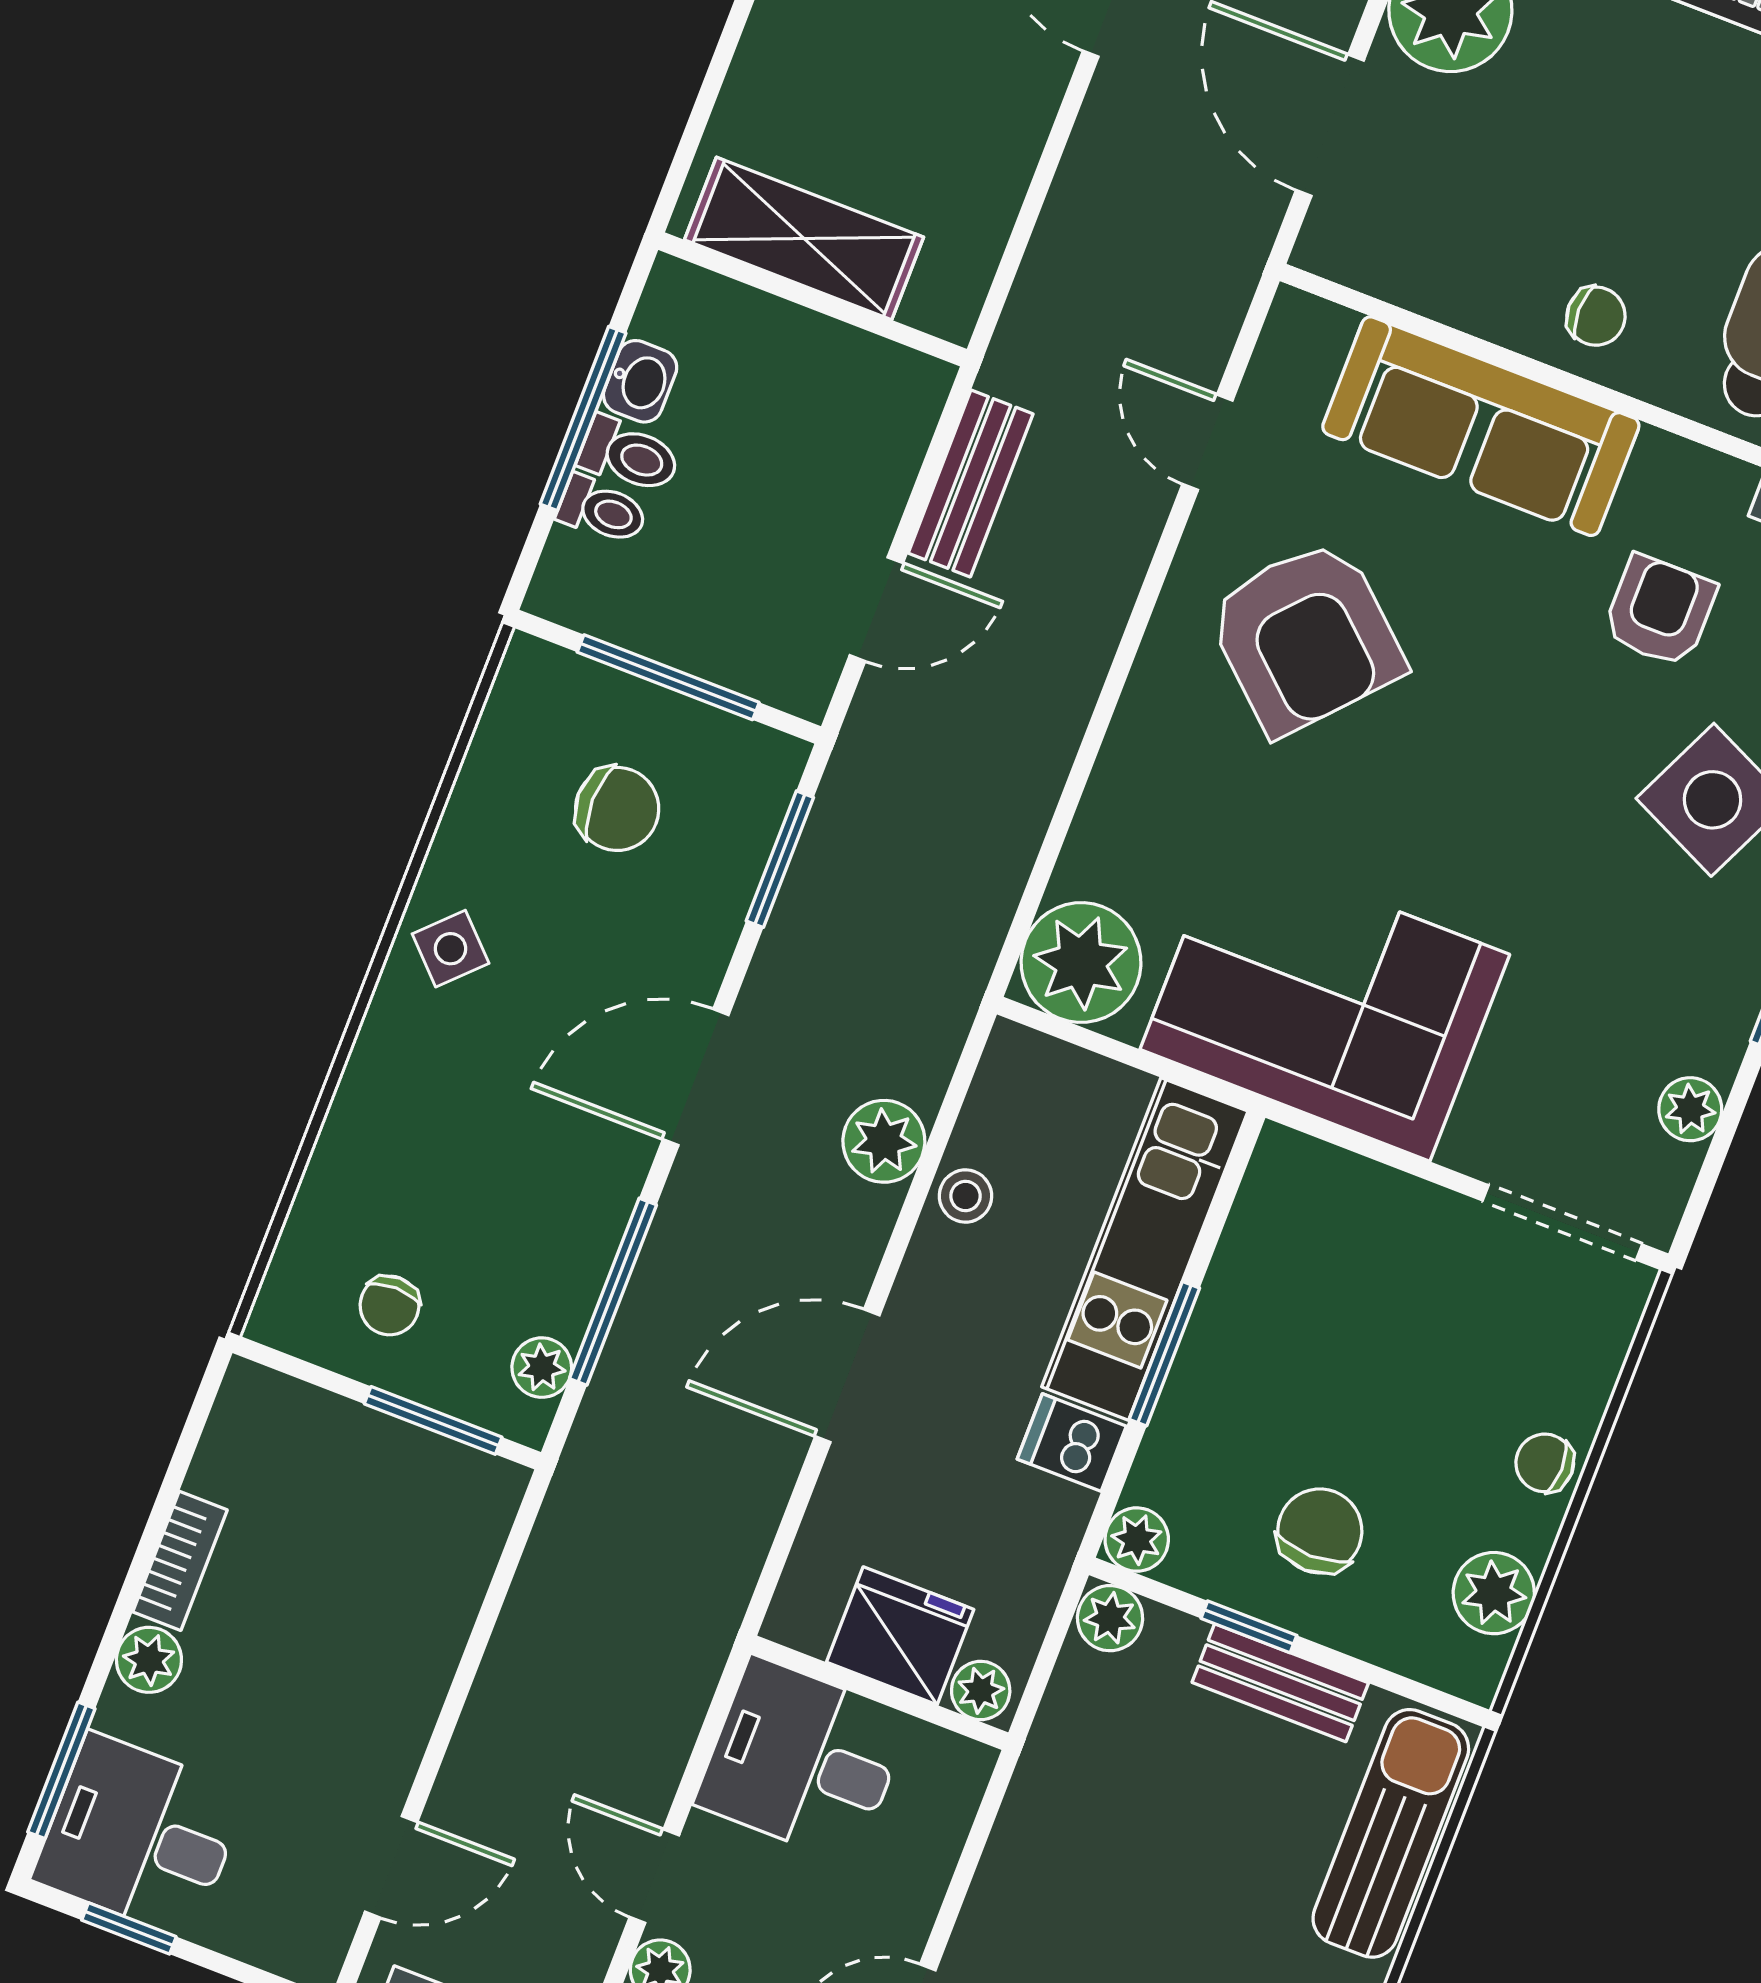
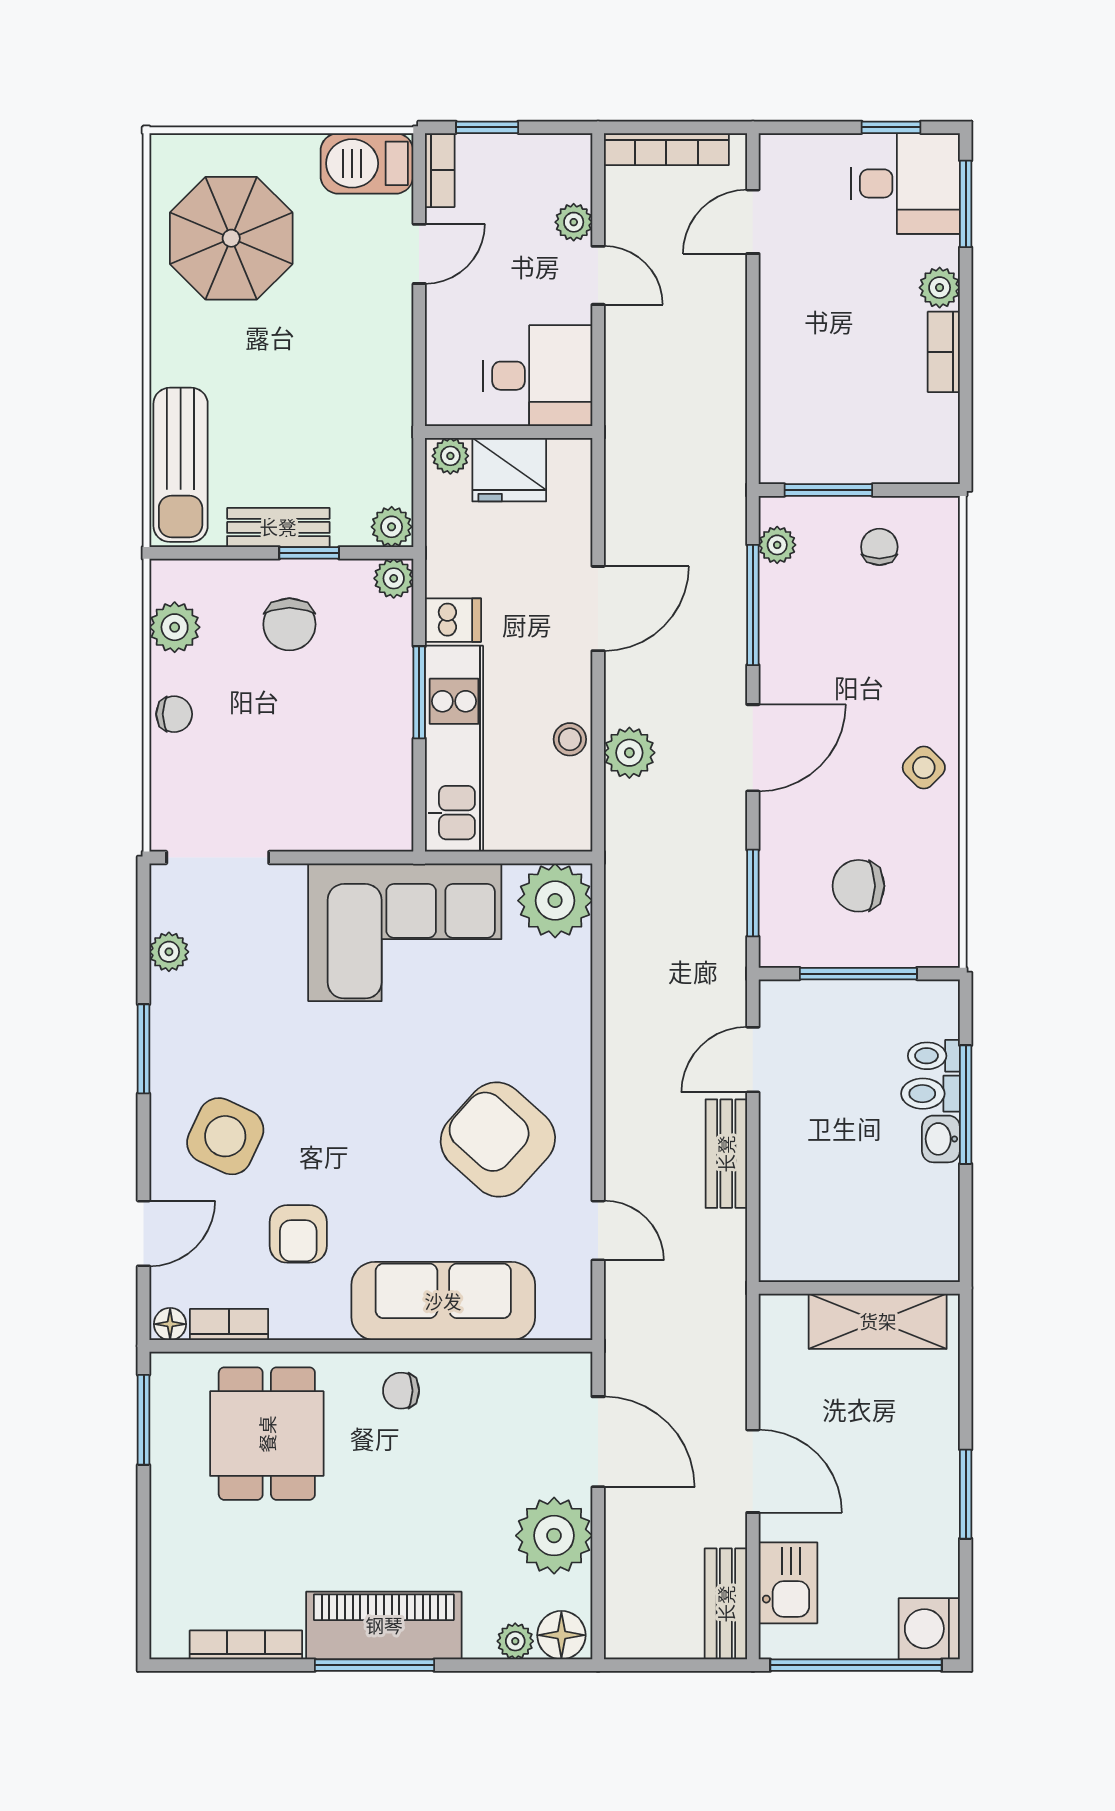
shelving: (804, 238) -> (878, 1321), moved
wall: (812, 299) -> (859, 1288), moved

